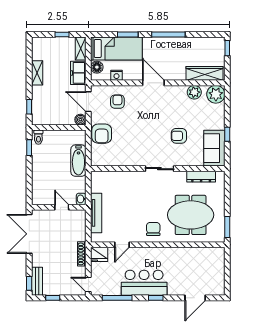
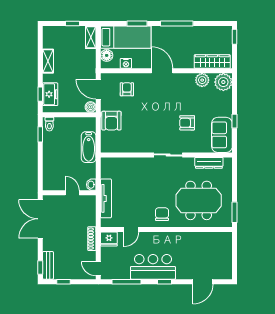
freezer: (78, 73) -> (50, 94), moved, turned 180

